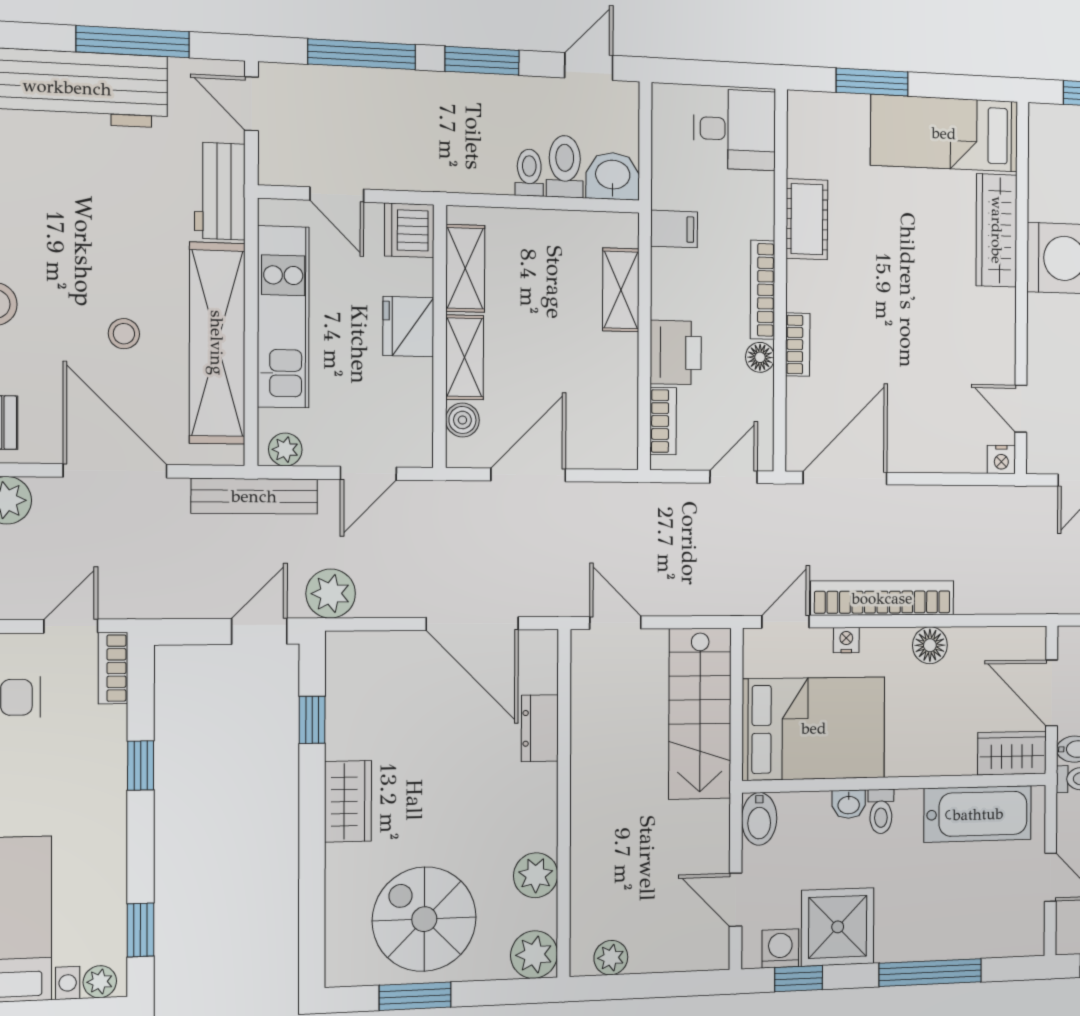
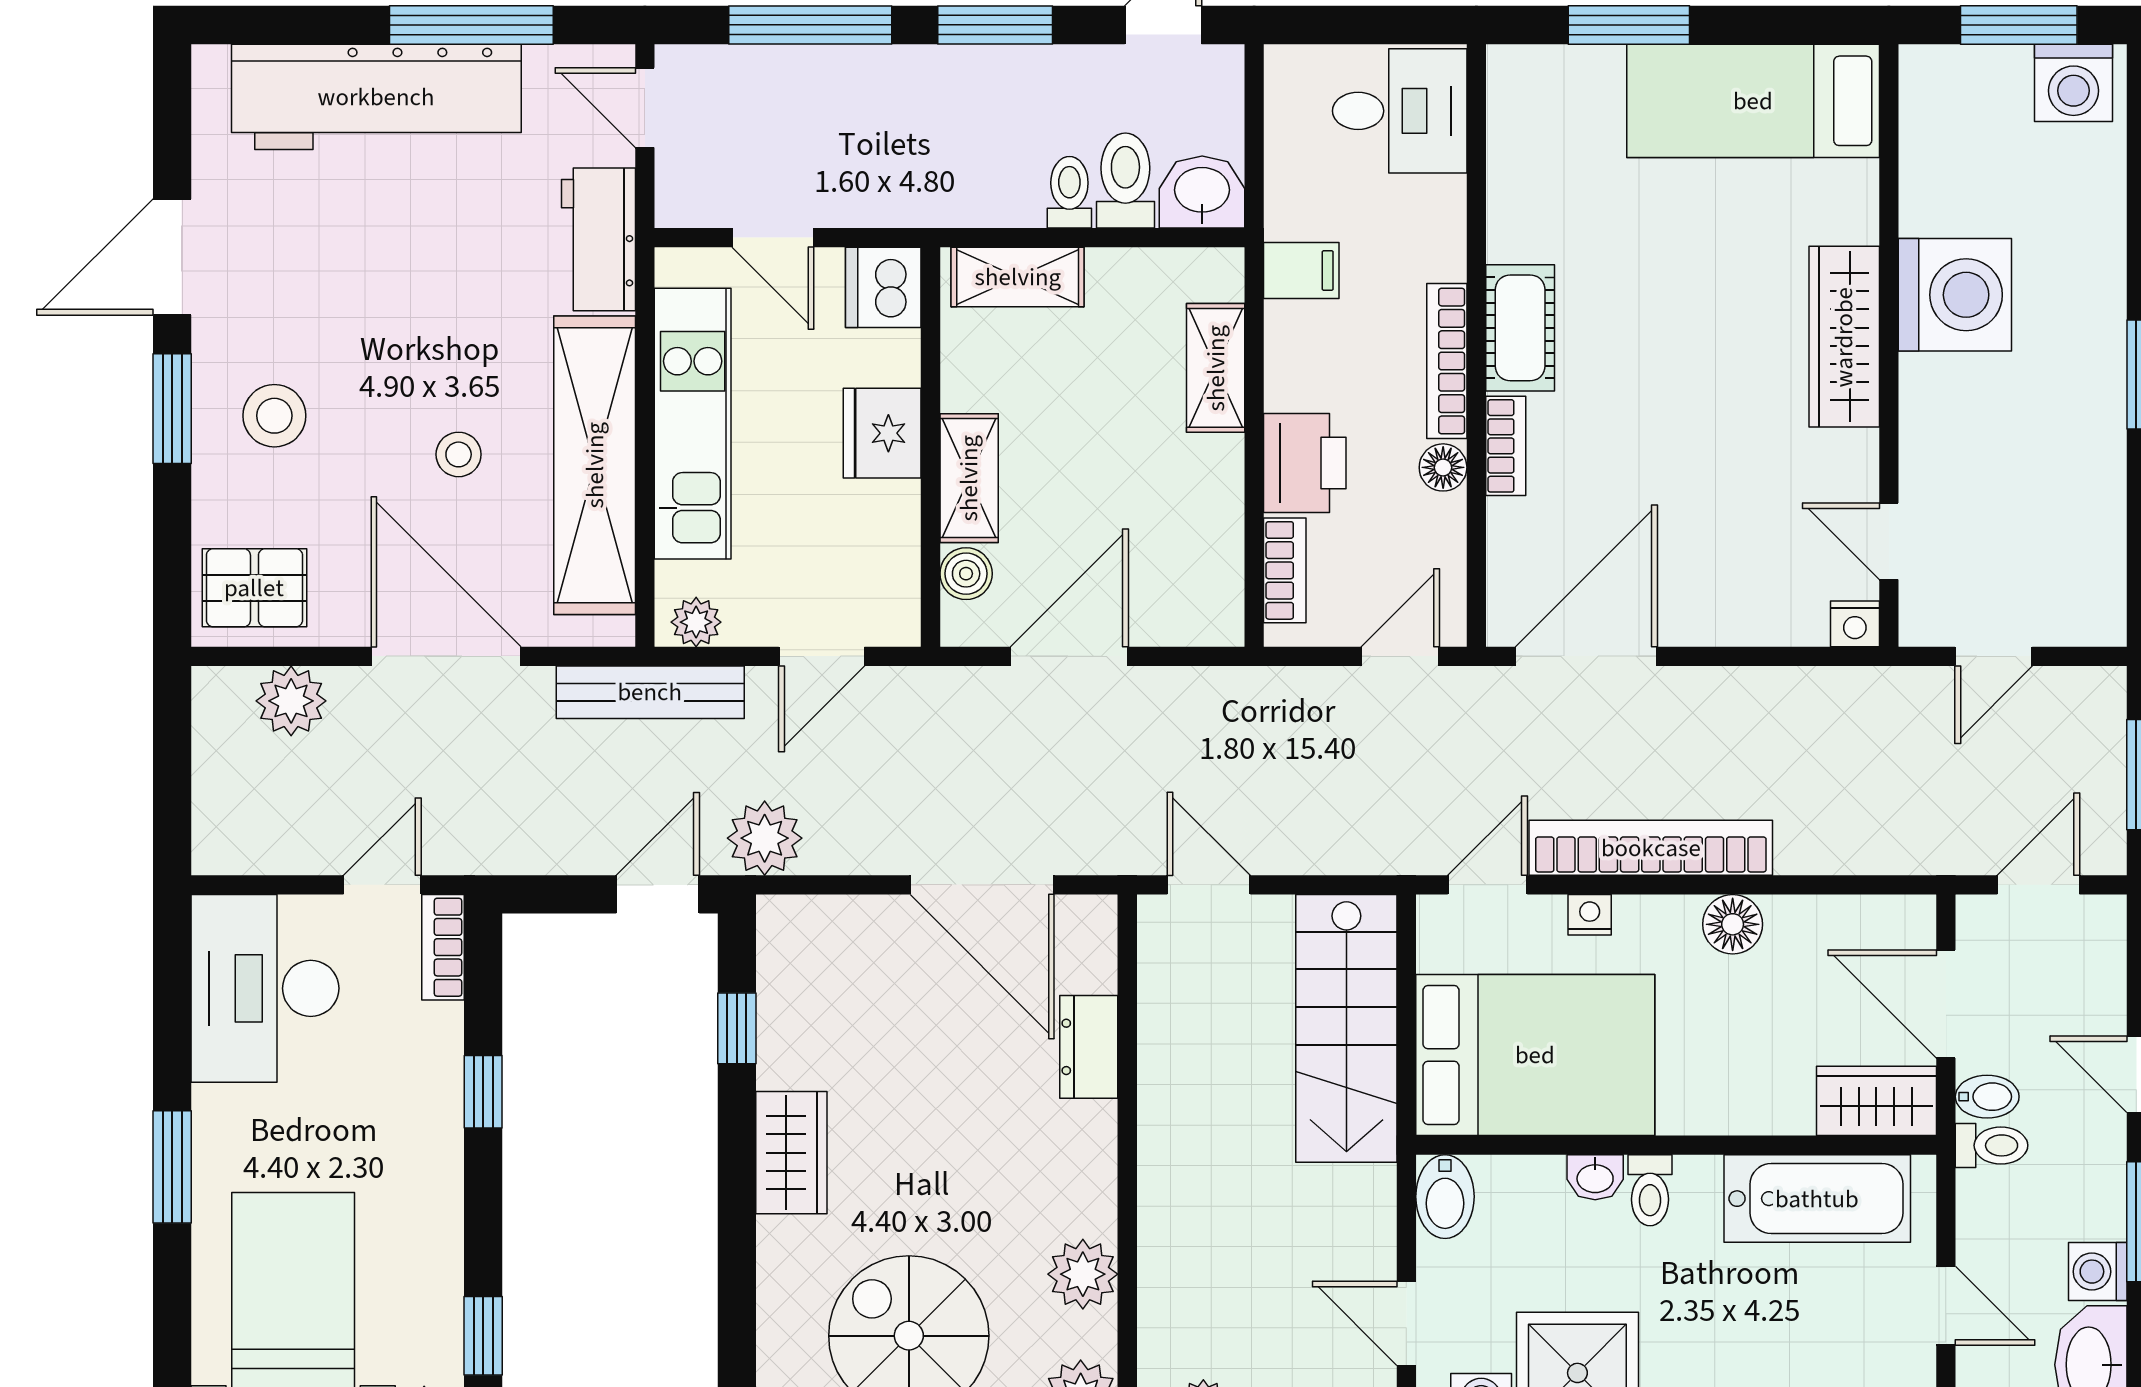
cot: (807, 219) -> (1520, 328), moved
wardrobe: (997, 230) -> (1844, 337), moved
shelving: (465, 268) -> (1018, 277), moved, turned 90

